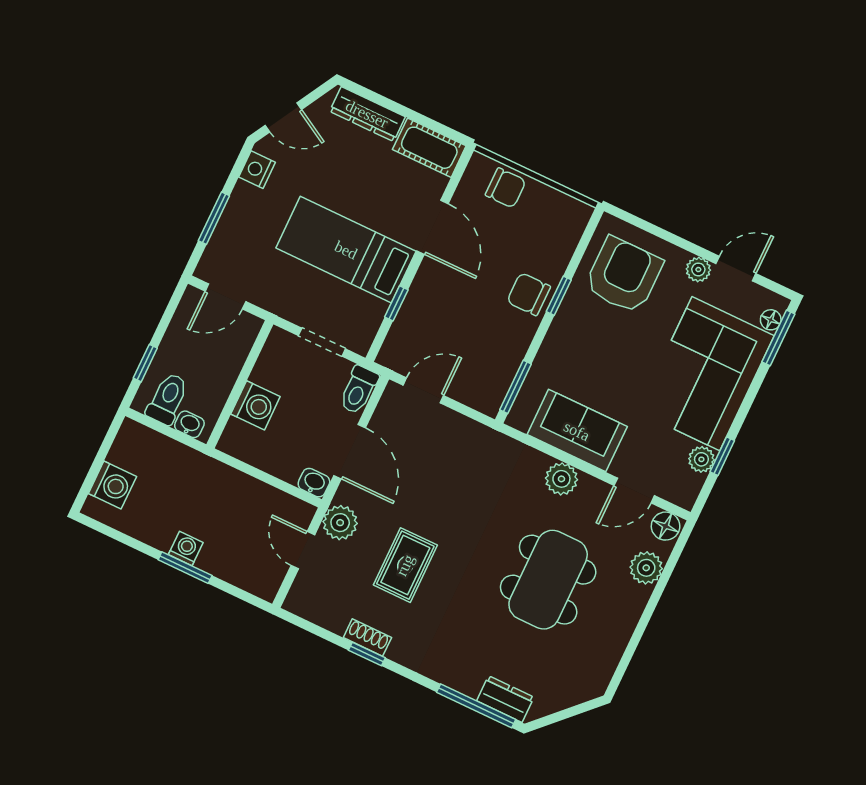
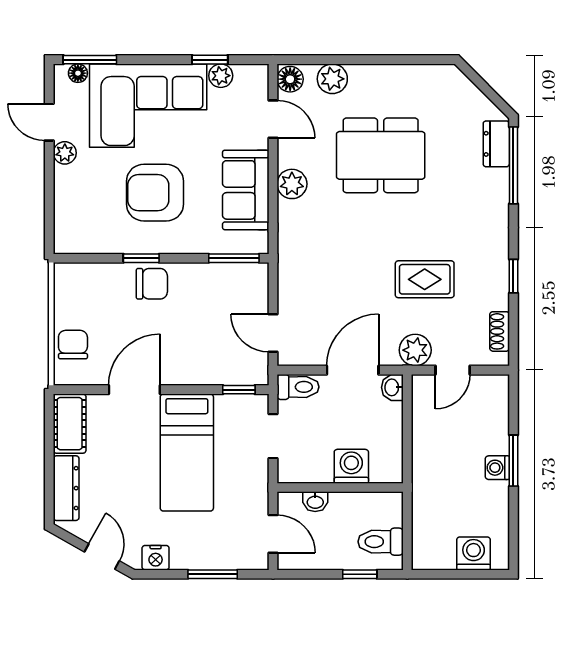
armchair: (624, 275) -> (155, 193), moved
chair: (529, 294) -> (152, 284), turned -90
window: (396, 303) -> (239, 390), moved
washbasin: (189, 424) -> (315, 502), moved, turned -90
shoe rack: (367, 638) -> (500, 331), moved

